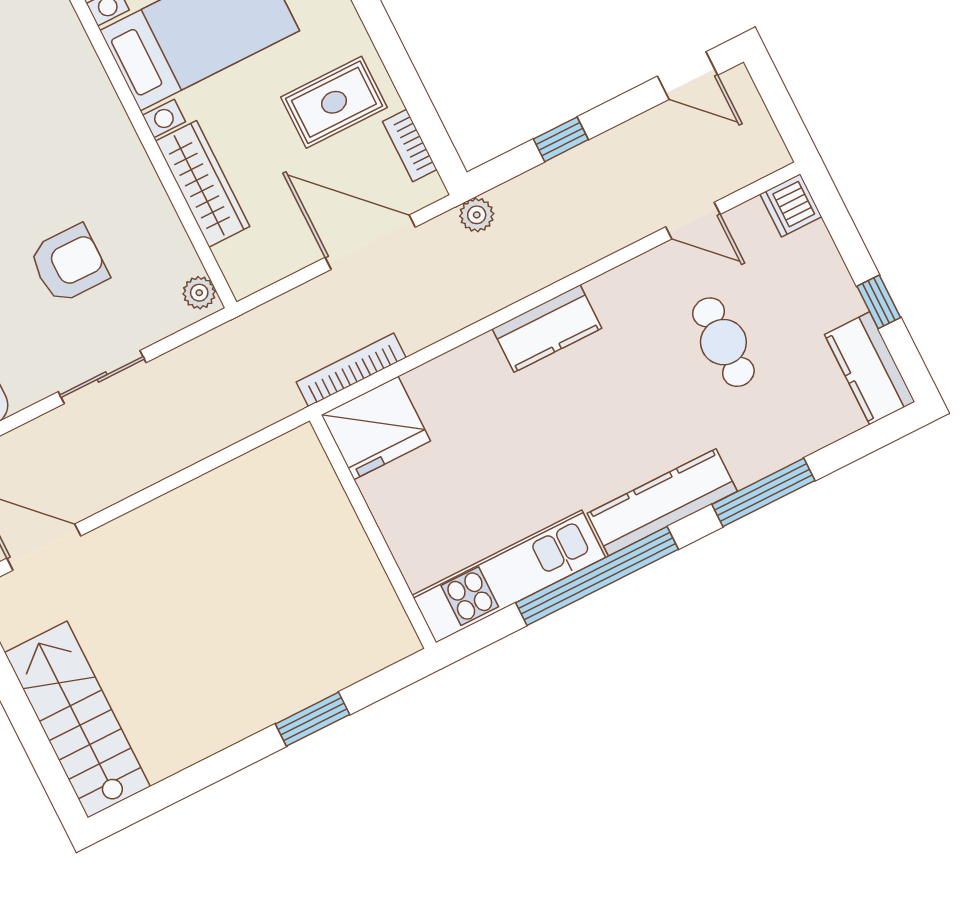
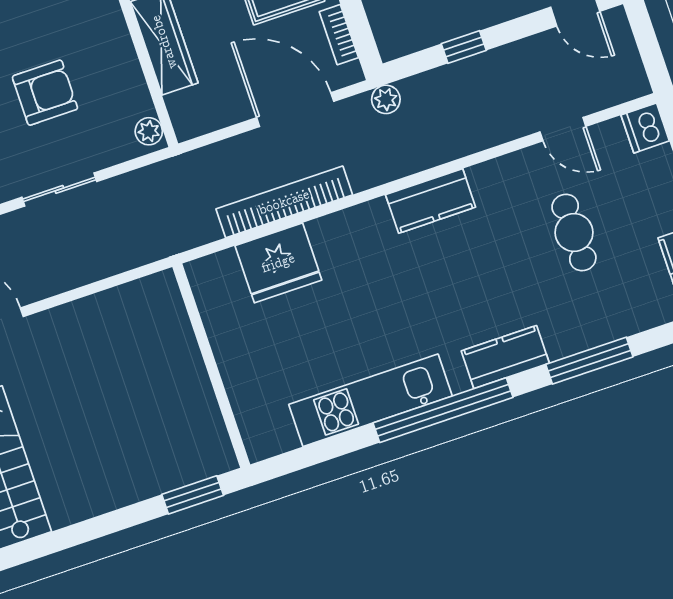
bookcase: (351, 370) -> (284, 202), width x1.48, depth x1.31
kitchen counter: (662, 502) -> (505, 357), width x0.67
wall: (373, 532) -> (211, 366), moved

